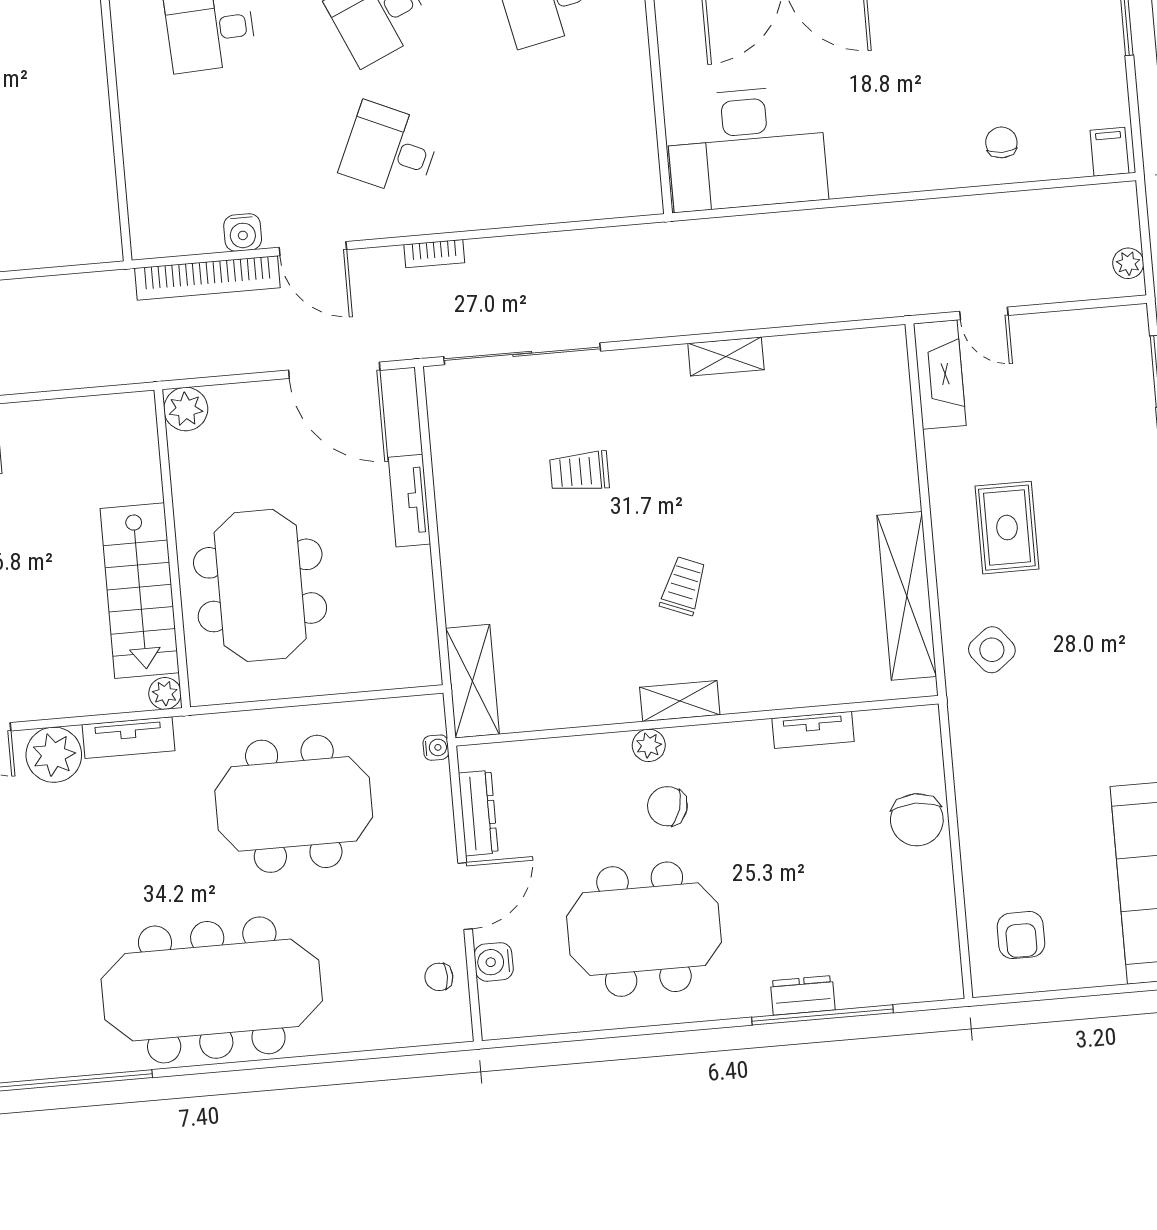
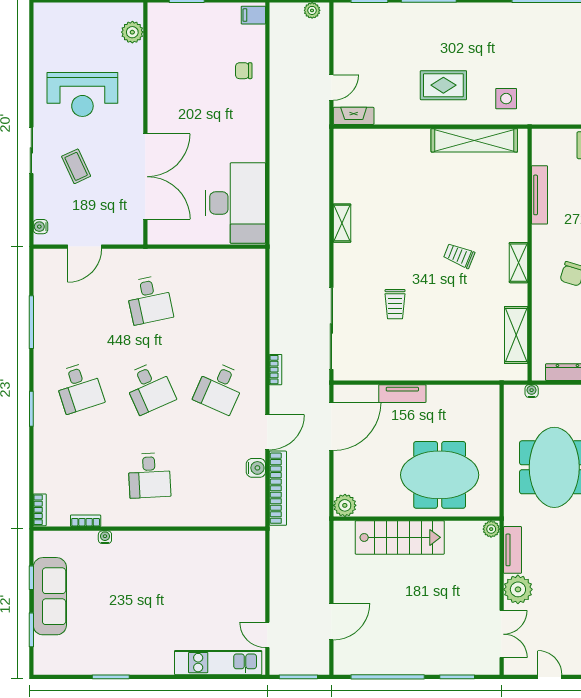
fireplace: (940, 375) -> (354, 116), width x0.73, depth x0.76
stairs: (140, 591) -> (400, 537), moved
side table: (992, 650) -> (506, 99), turned 38
shelving: (472, 681) -> (516, 335), moved, turned 90
tv unit: (813, 730) -> (539, 195), width x1.41
plant: (649, 745) -> (540, 281), removed

